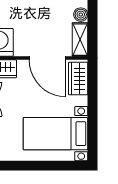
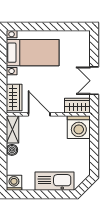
door: (47, 58) -> (39, 114), width x0.73

